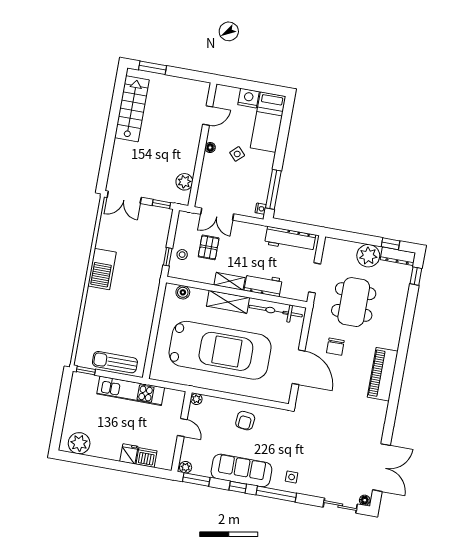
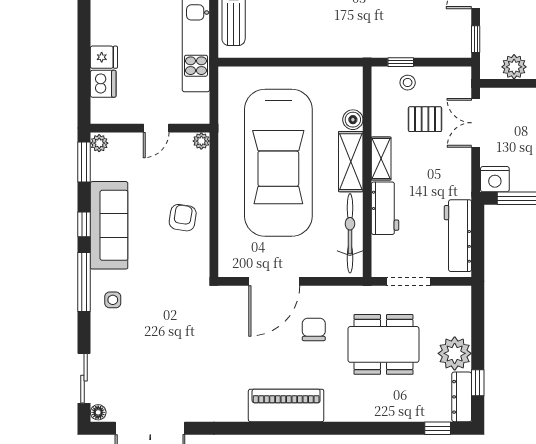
nightstand: (261, 209) -> (495, 179), width x1.89, depth x1.79
boiler: (183, 292) -> (353, 120), moved
chair: (335, 347) -> (314, 329), turned 90
armchair: (245, 421) -> (183, 218), turned 93

